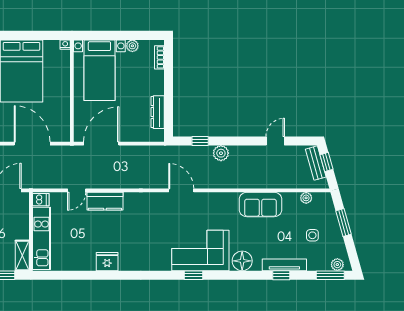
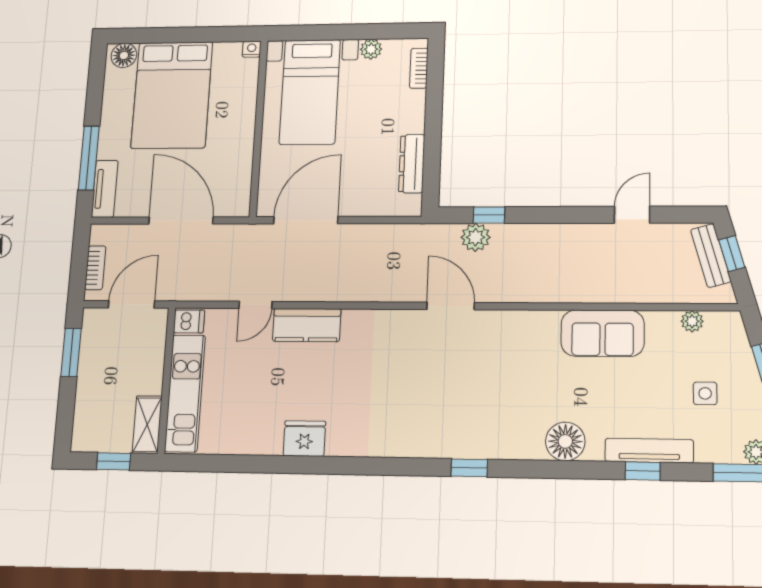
plant: (221, 153) -> (476, 237), moved
corner sofa: (200, 251) -> (484, 420), removed

